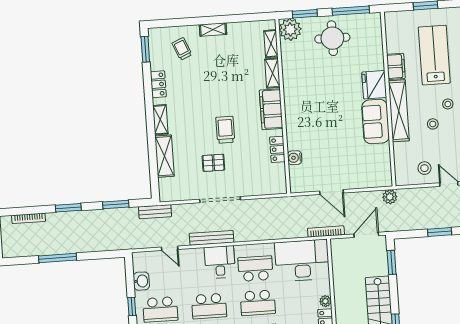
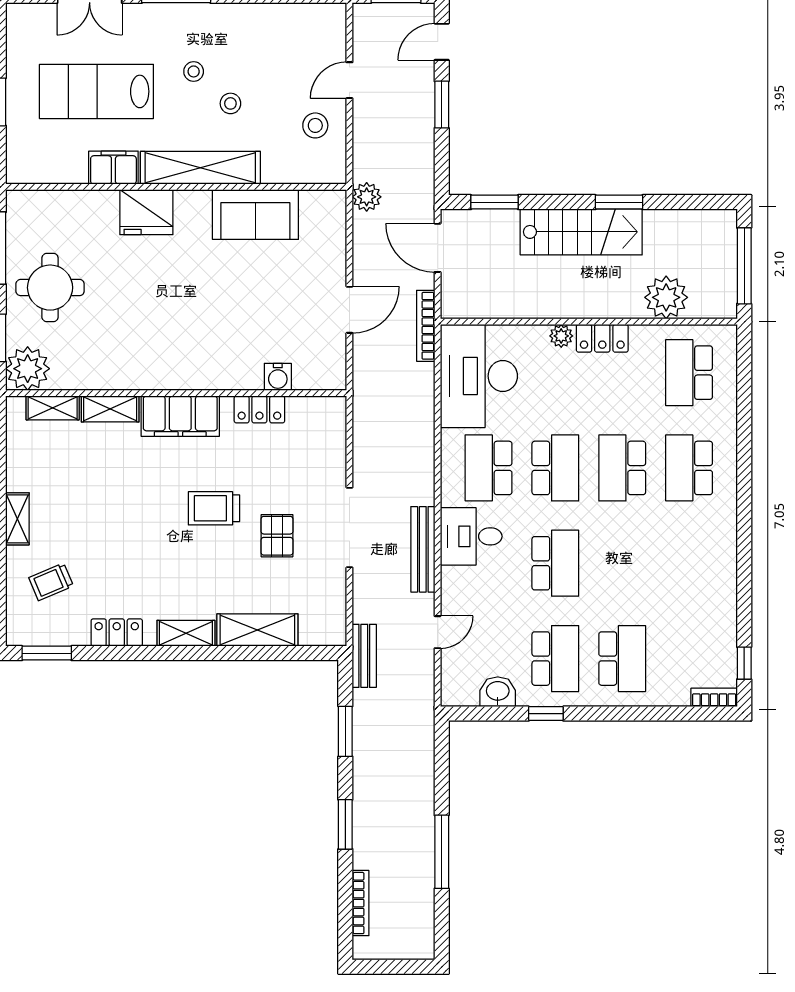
sofa: (376, 122) -> (255, 215), moved

